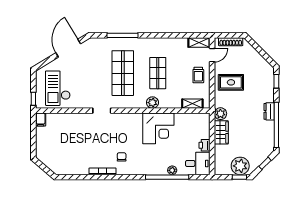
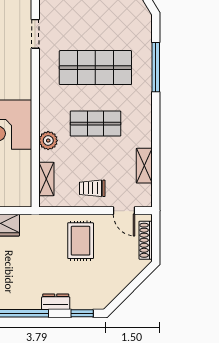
shelving: (199, 43) -> (144, 166), moved
plant: (152, 103) -> (48, 141), moved
dresser: (269, 111) -> (56, 302), moved
plant: (220, 114) -> (30, 224), removed

